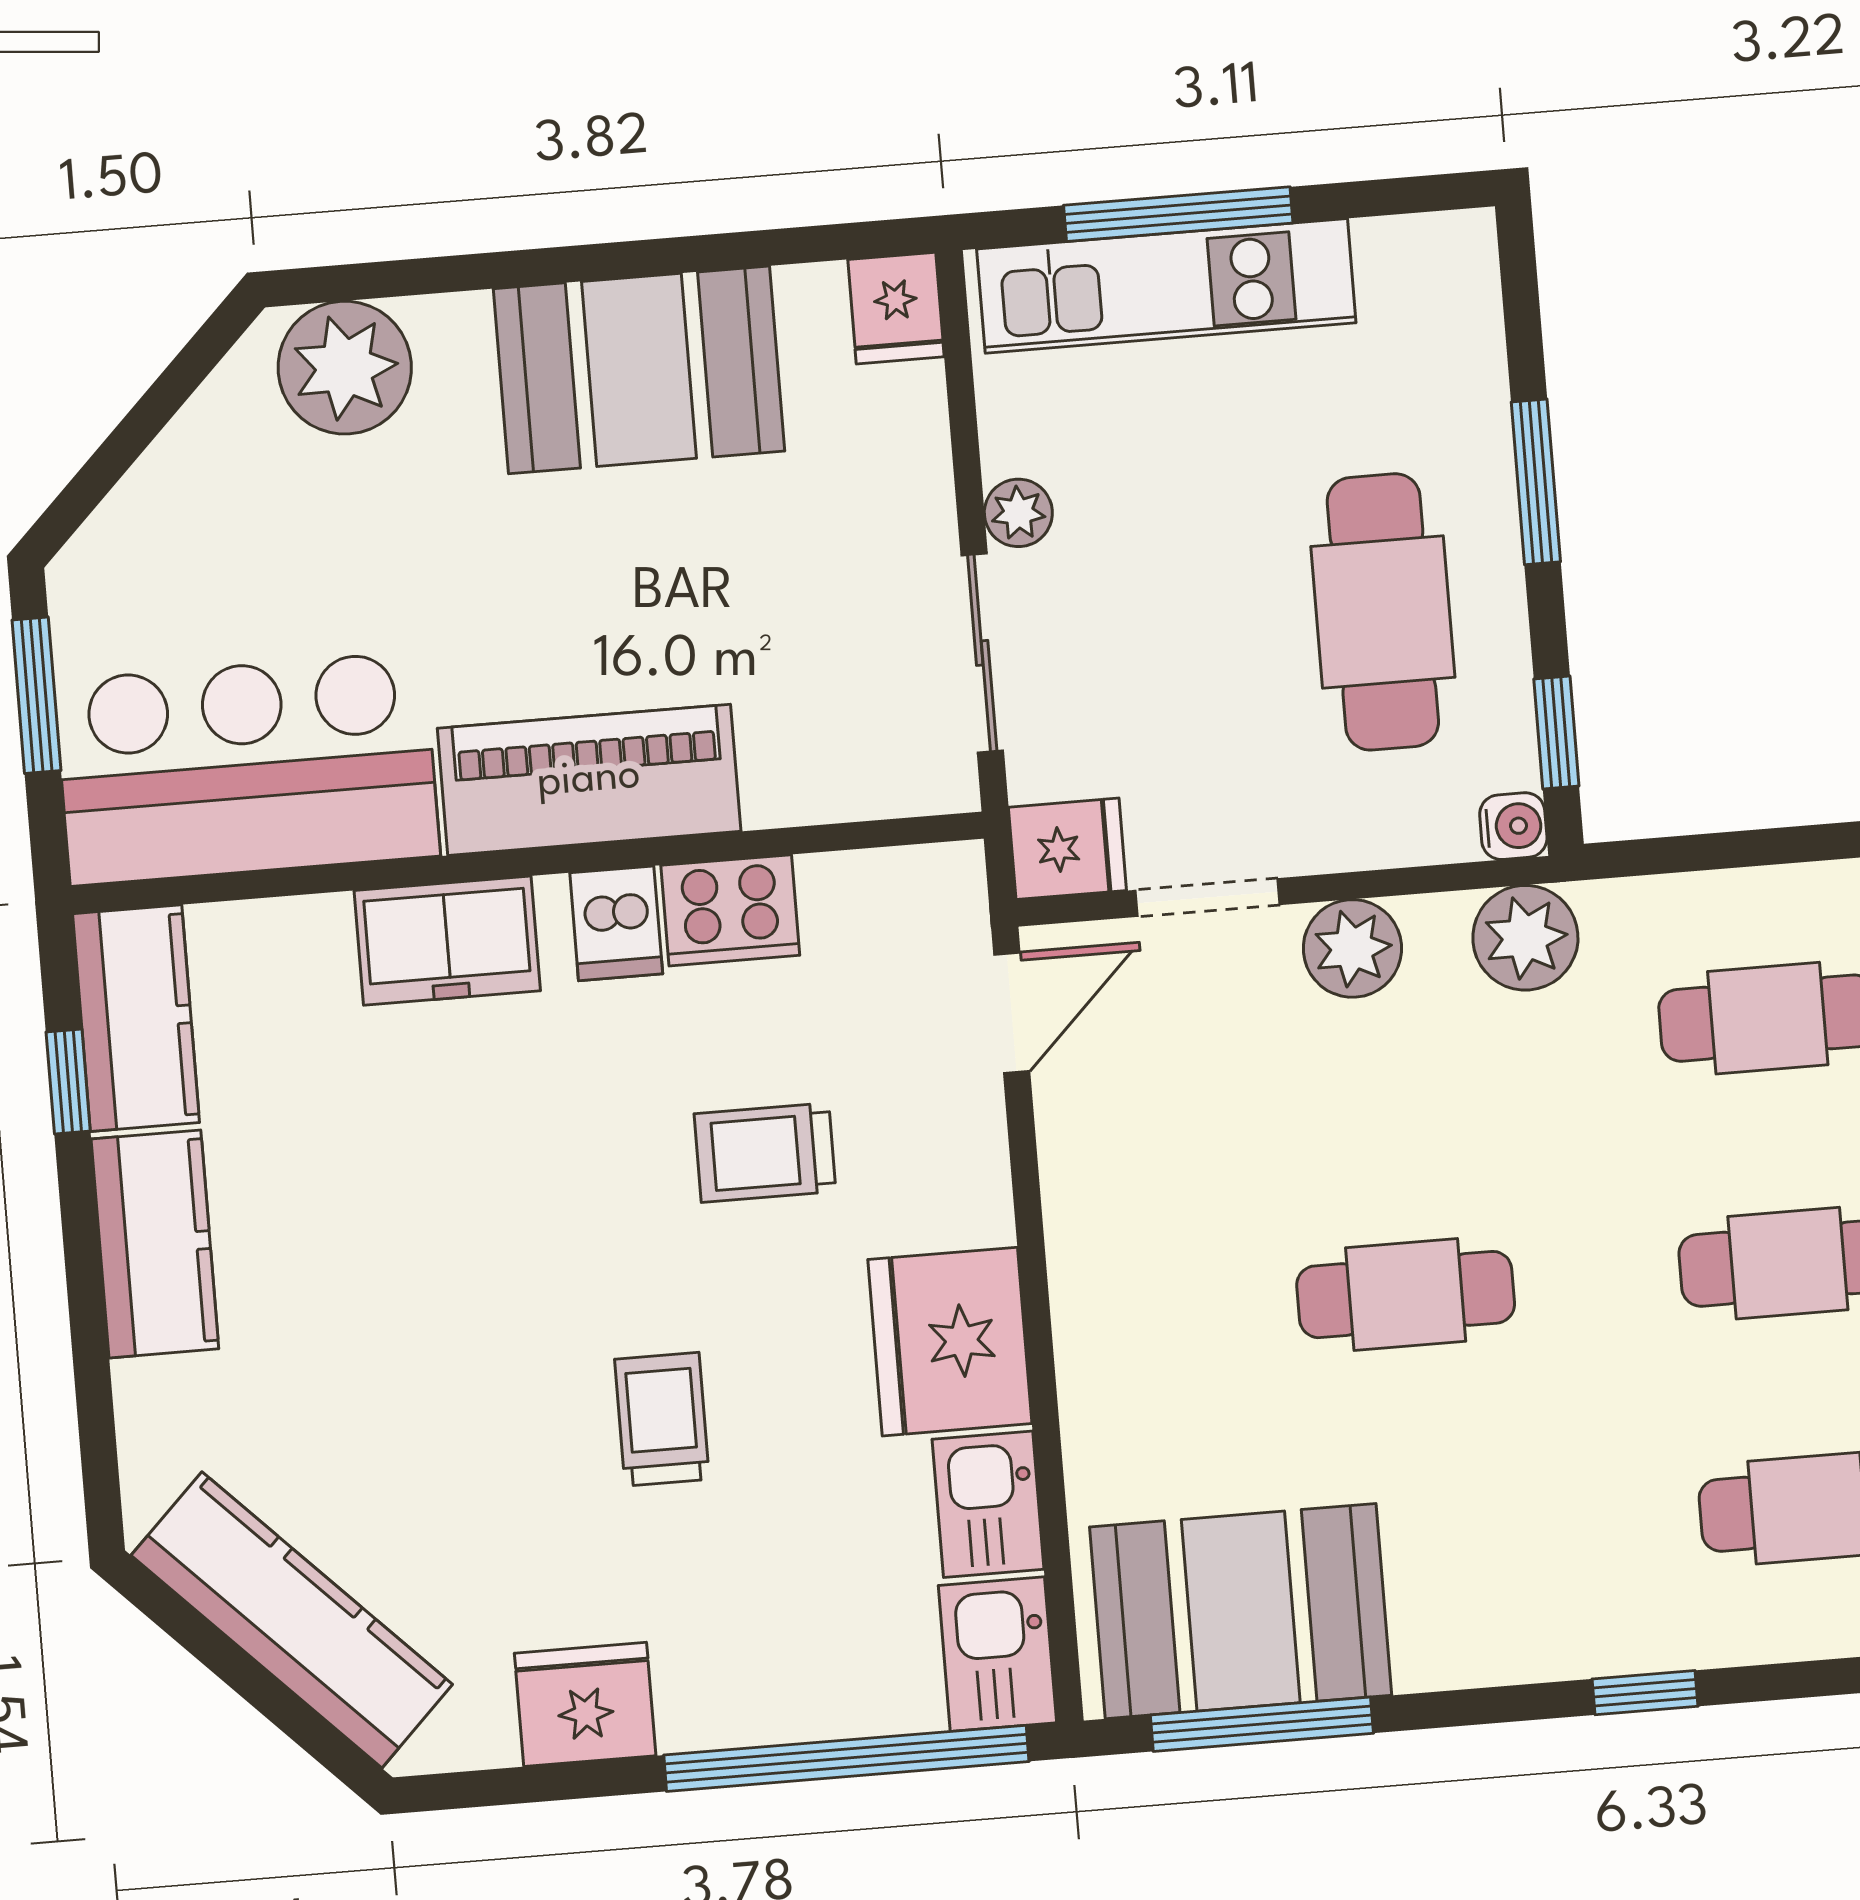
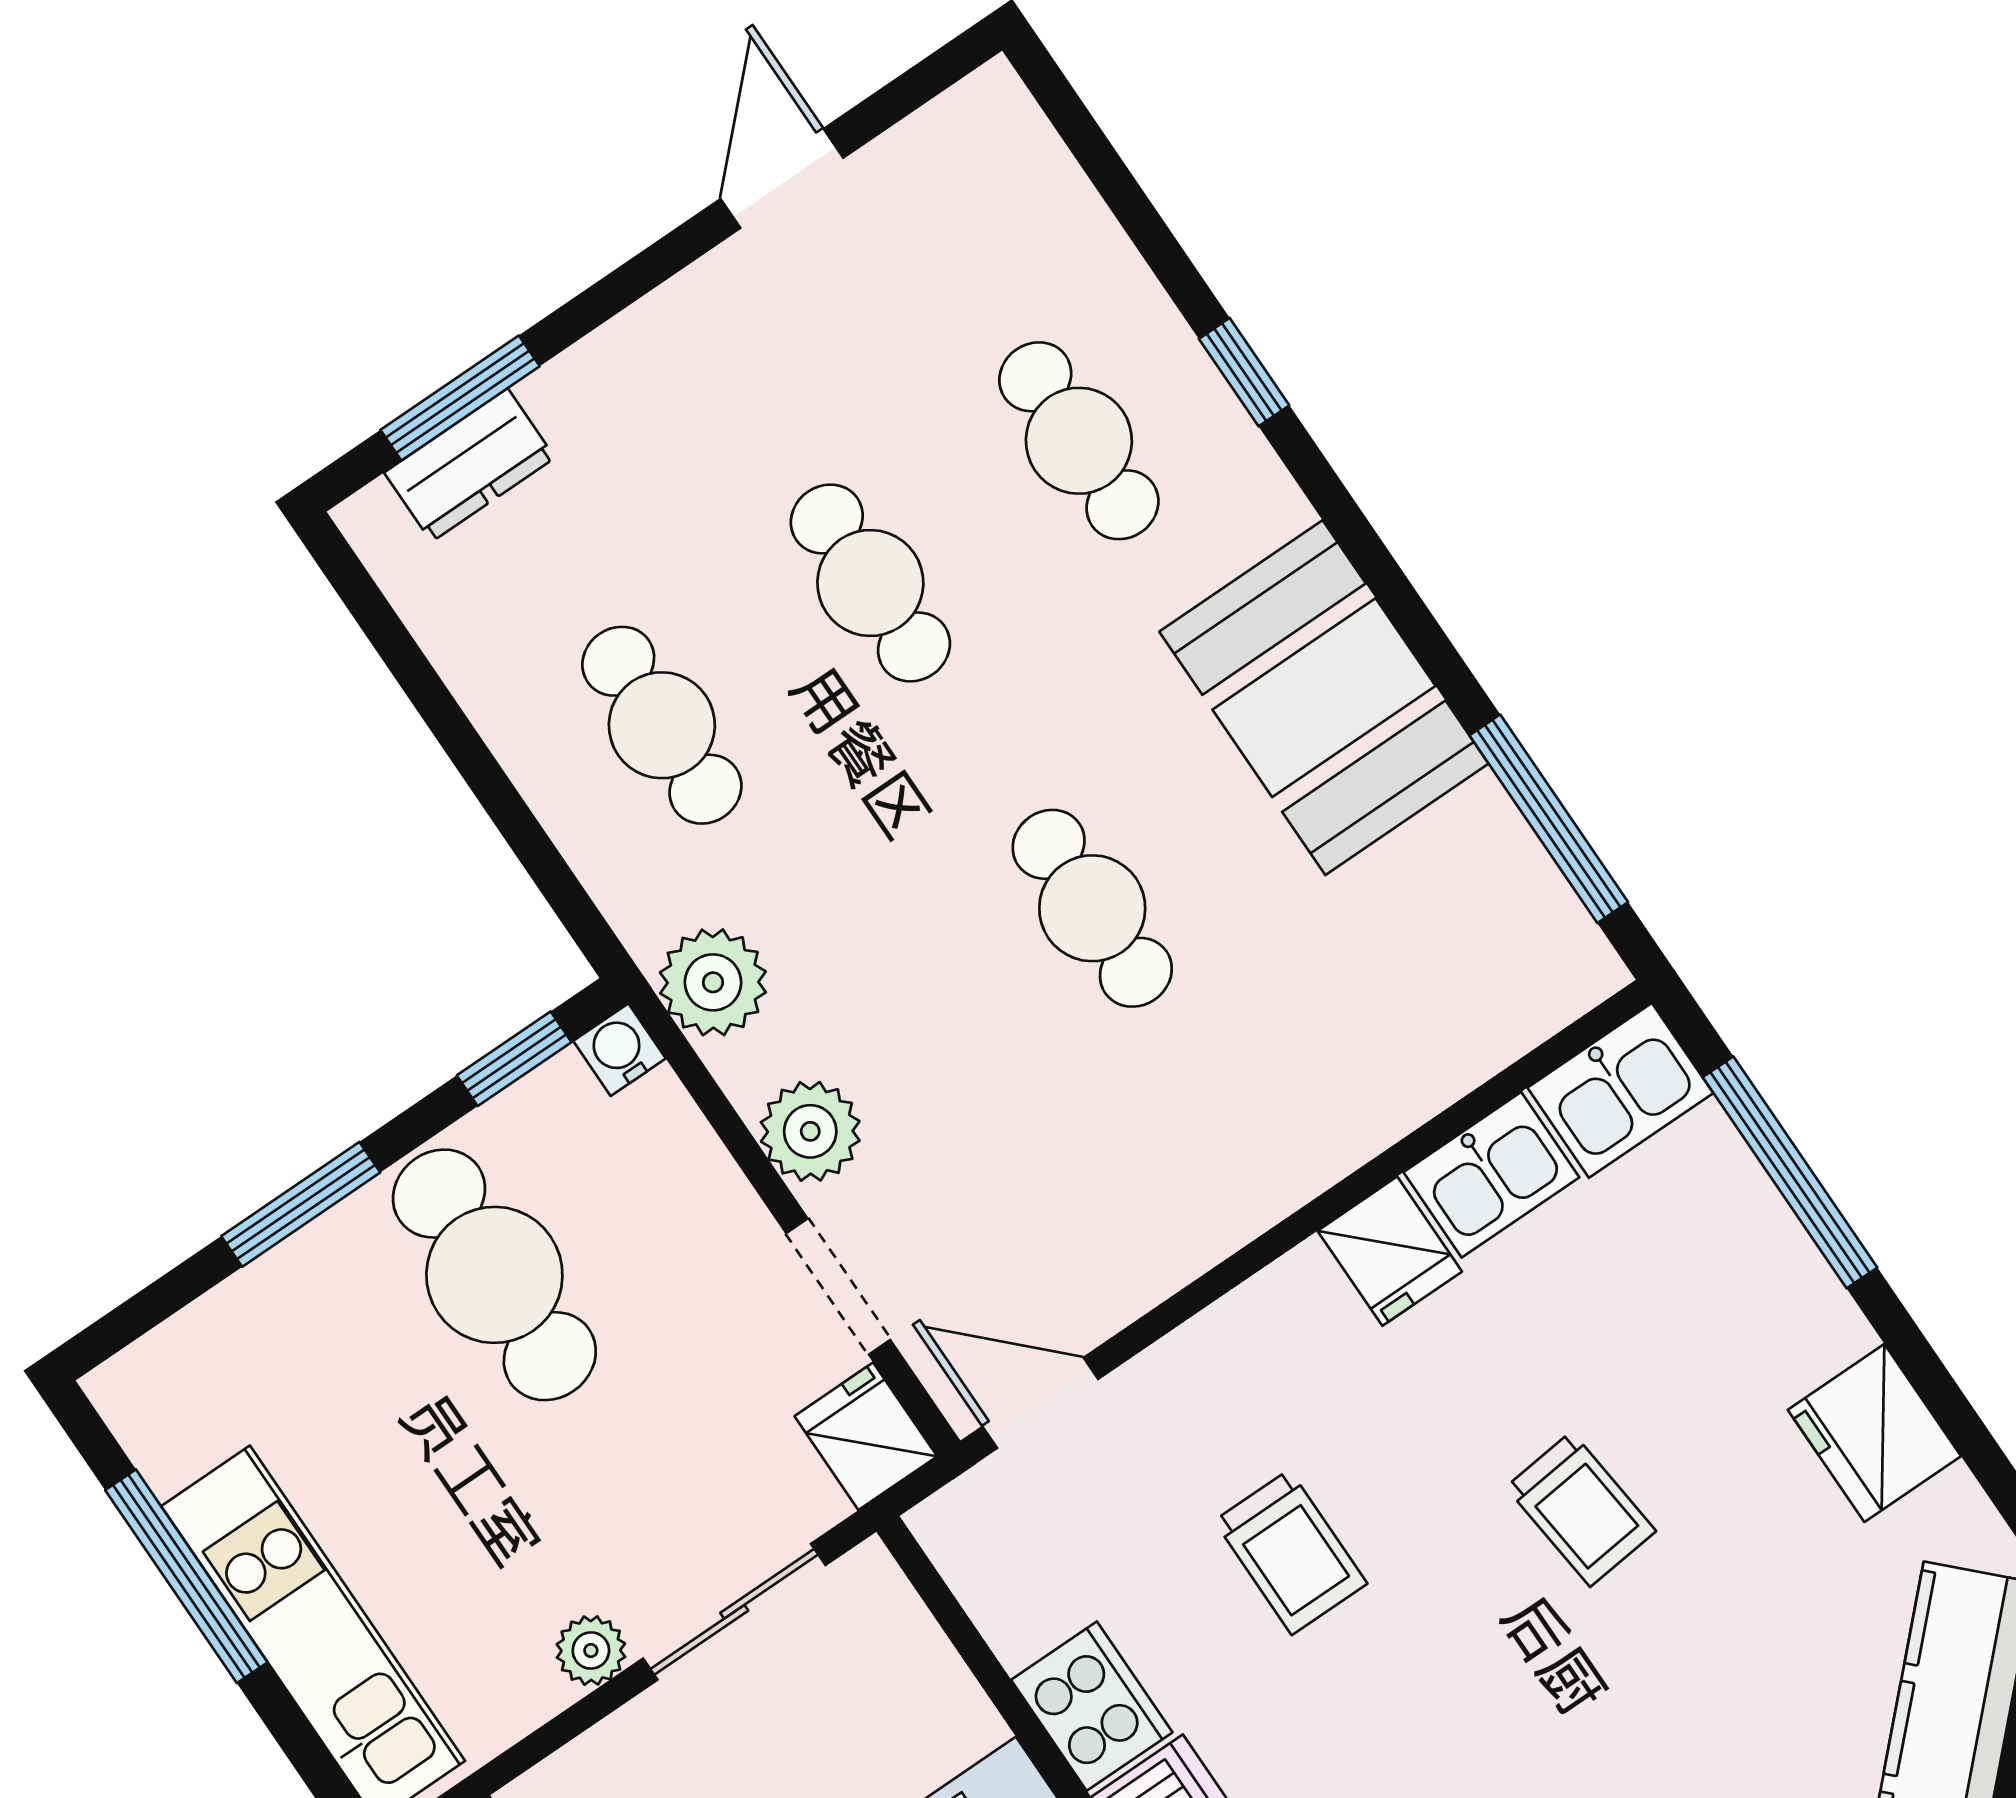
window: (1178, 214) -> (186, 1576), moved
cafe table: (1383, 612) -> (494, 1275), turned 90
fridge: (950, 1342) -> (1390, 1251), width x0.53, depth x0.75
trolley: (662, 1419) -> (1581, 1509), turned -96
booth: (1241, 1611) -> (1324, 698), moved
window: (1645, 1693) -> (1244, 372), moved
window: (846, 1758) -> (1790, 1172), width x0.68

